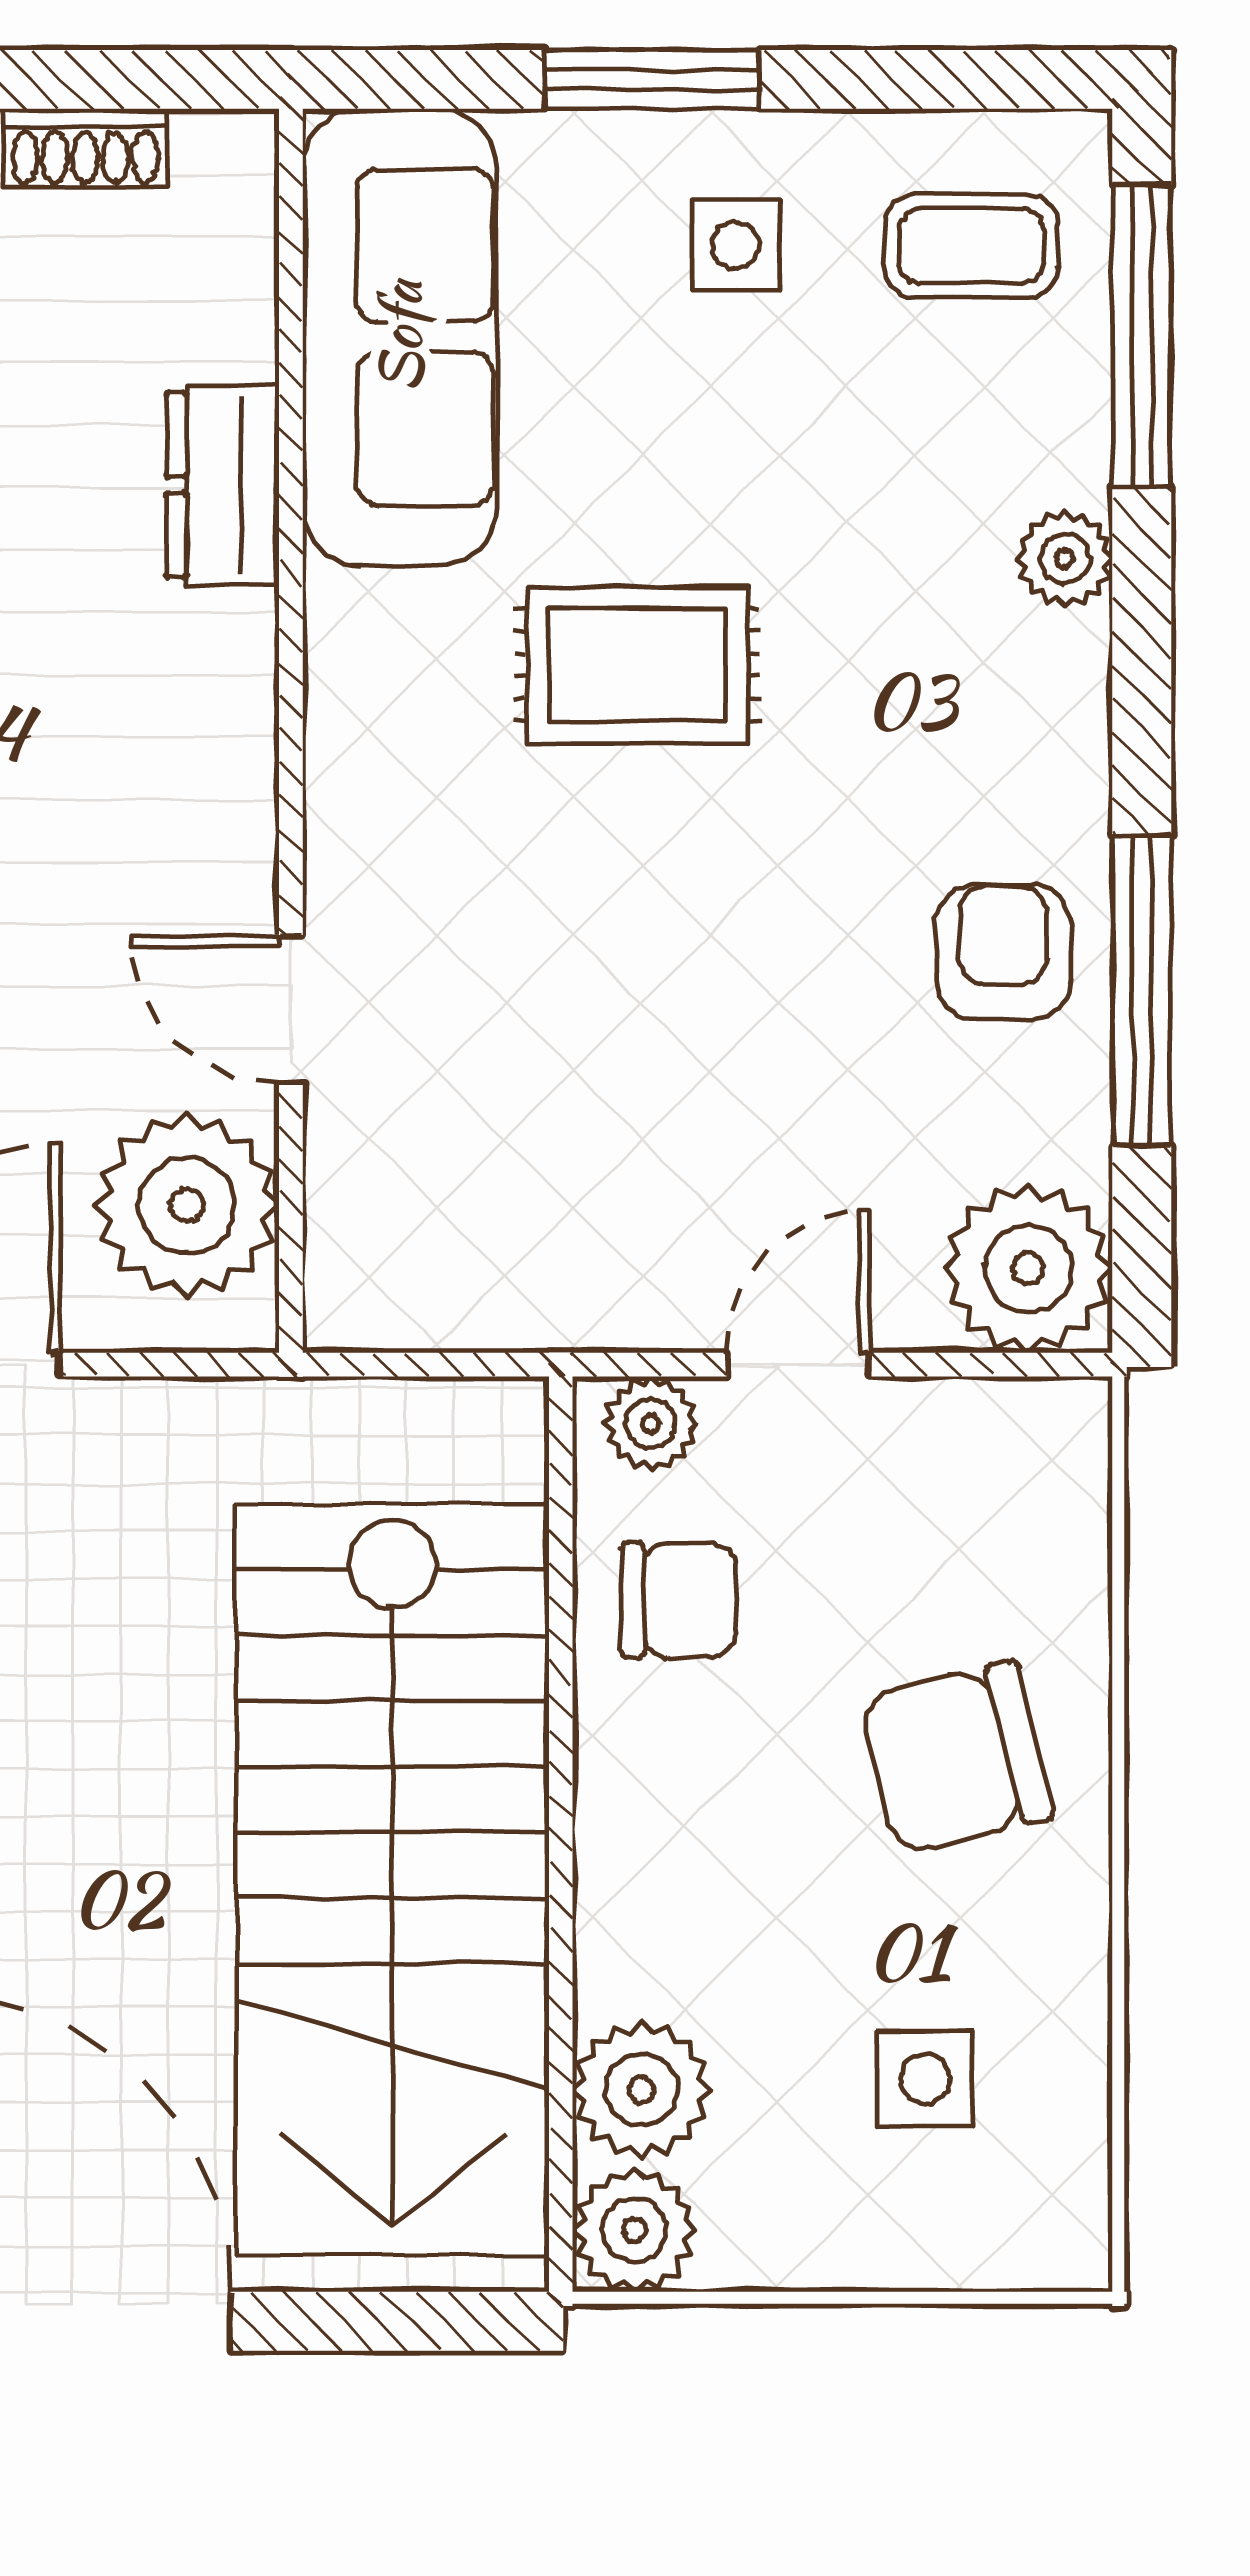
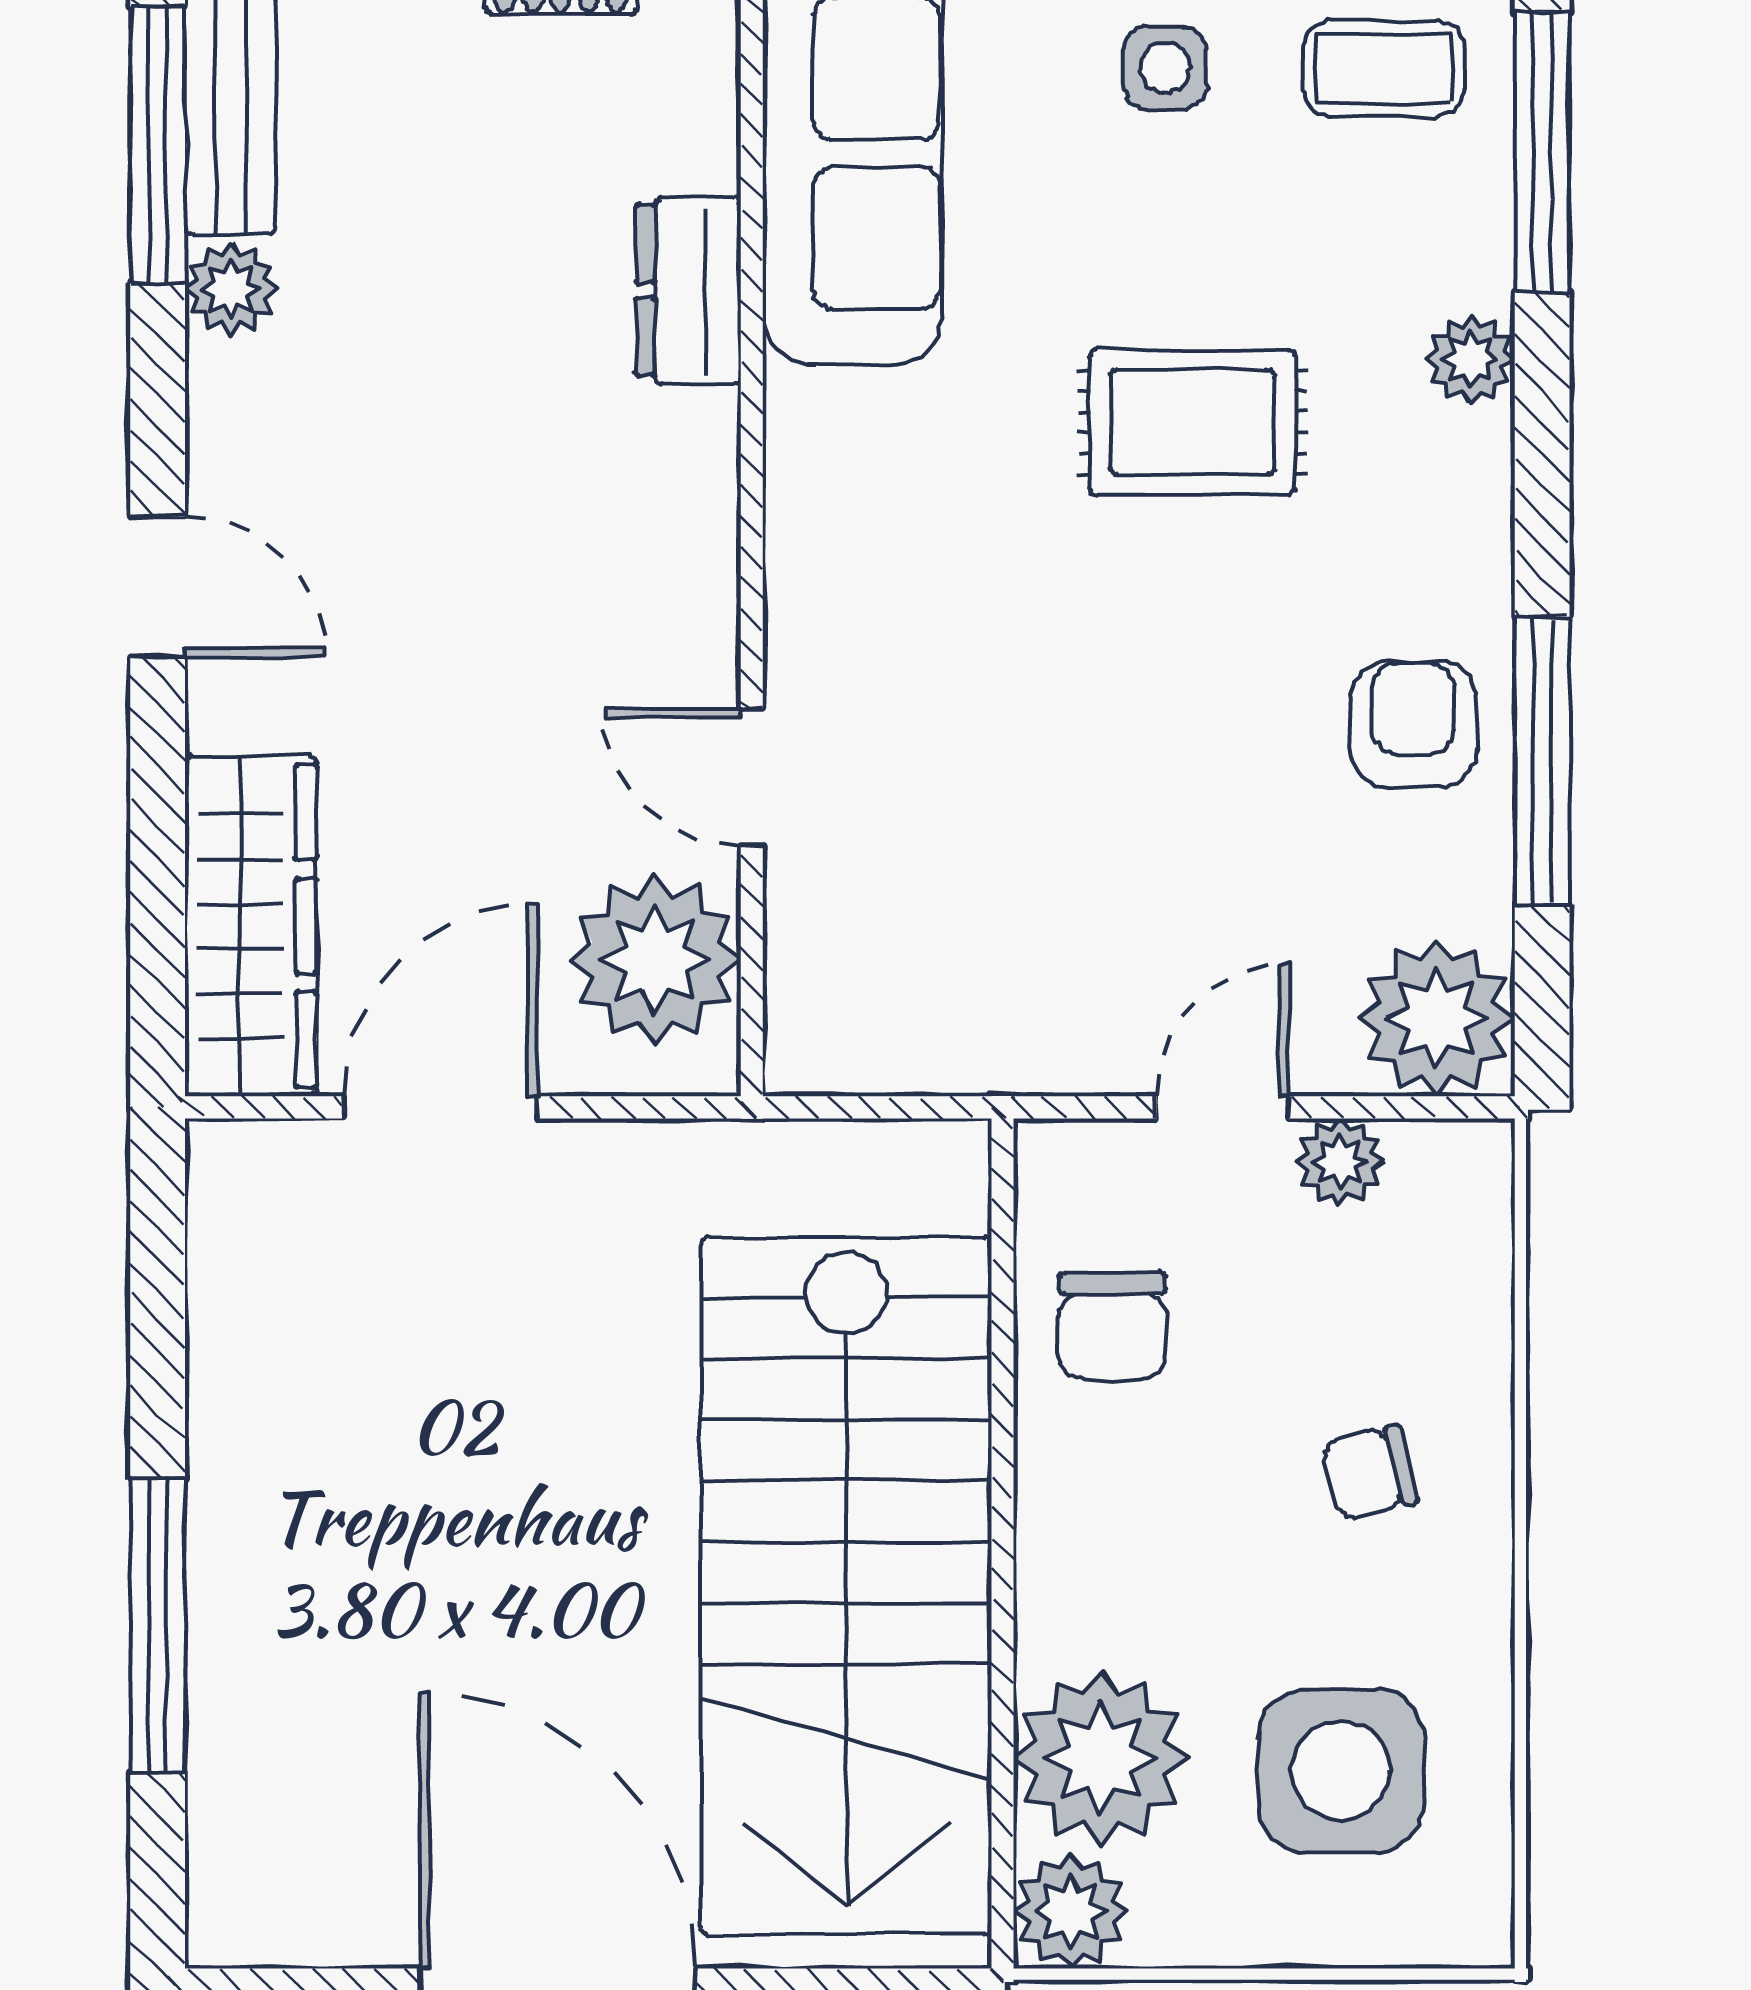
rug: (637, 665) -> (1192, 422), moved
plant: (651, 1423) -> (1340, 1162), moved
chair: (679, 1600) -> (1112, 1326), turned 90
chair: (956, 1758) -> (1370, 1473), width x0.54, depth x0.54
side table: (925, 2079) -> (1341, 1771), width x1.87, depth x1.87
plant: (641, 2090) -> (1101, 1758), width x1.36, depth x1.36

